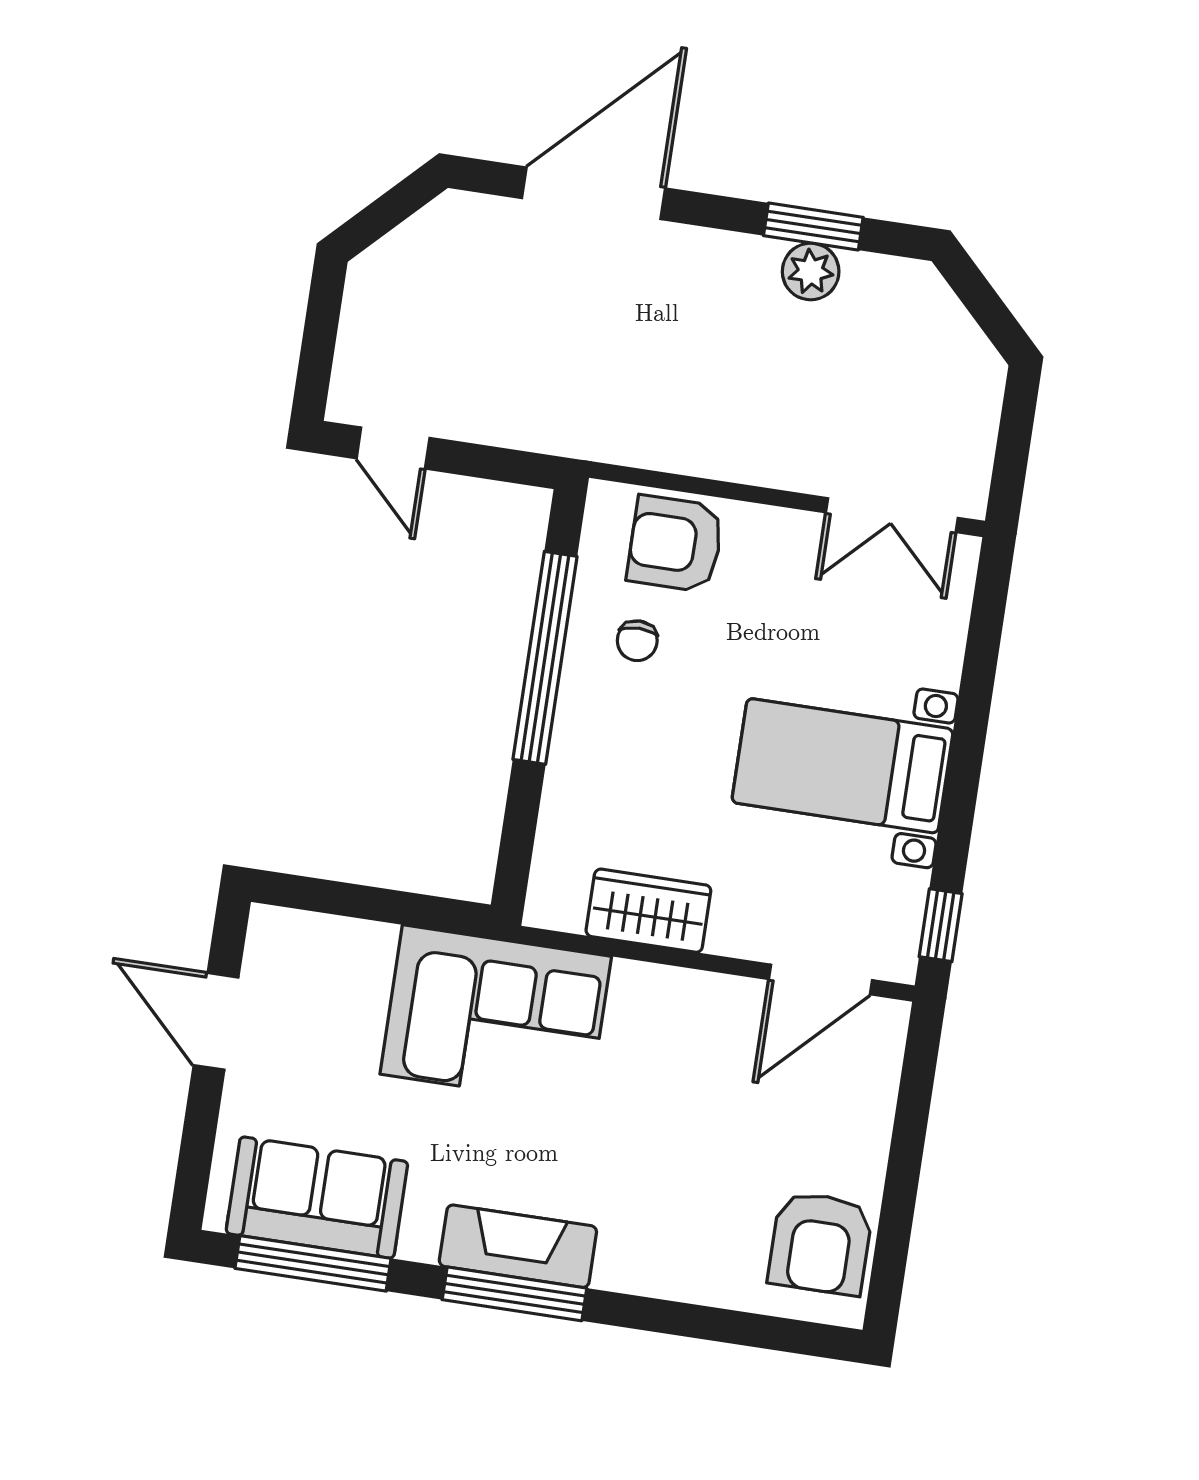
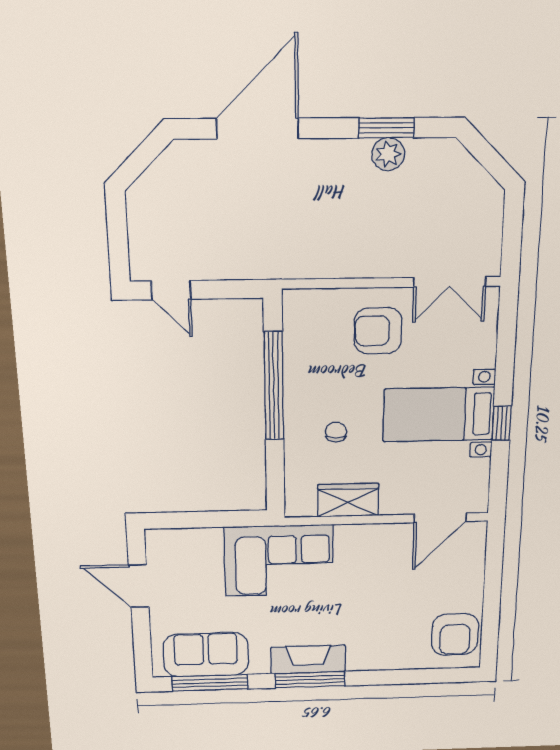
armchair: (675, 544) -> (378, 331), moved
chair: (637, 641) -> (336, 432), moved, turned 180
window: (941, 925) -> (502, 423), moved

